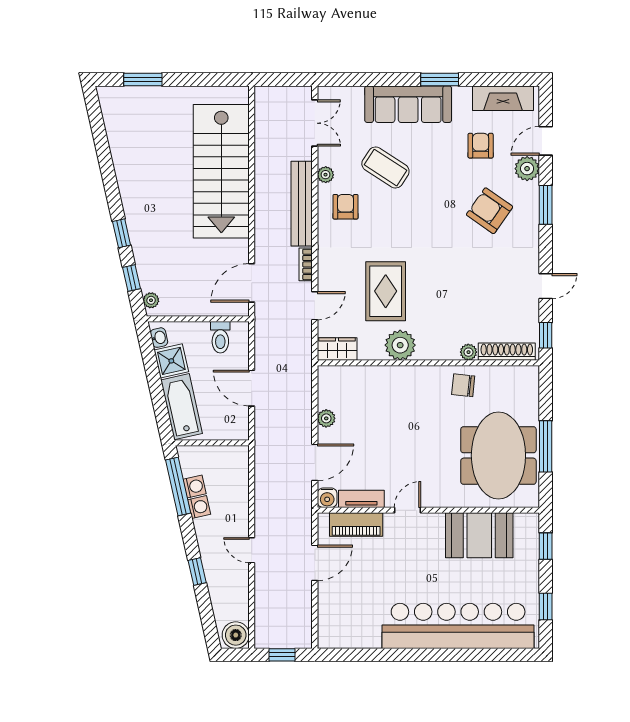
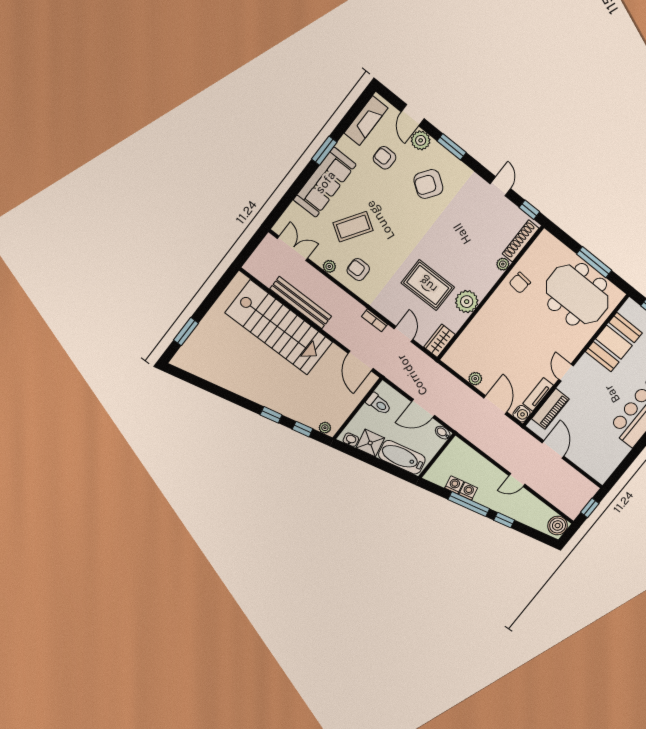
bench: (302, 204) -> (301, 303), moved
bidet: (242, 429) -> (443, 433), added
window: (178, 486) -> (469, 504), moved

